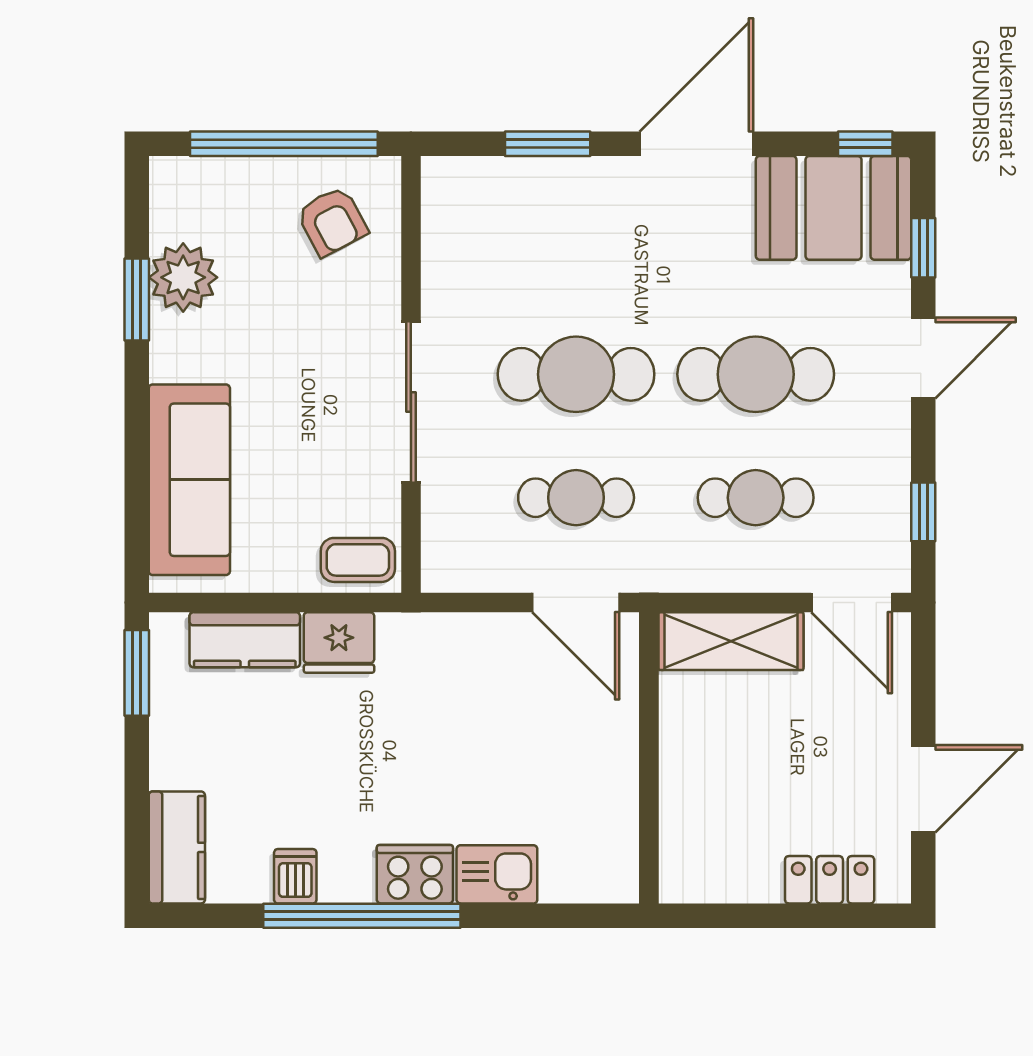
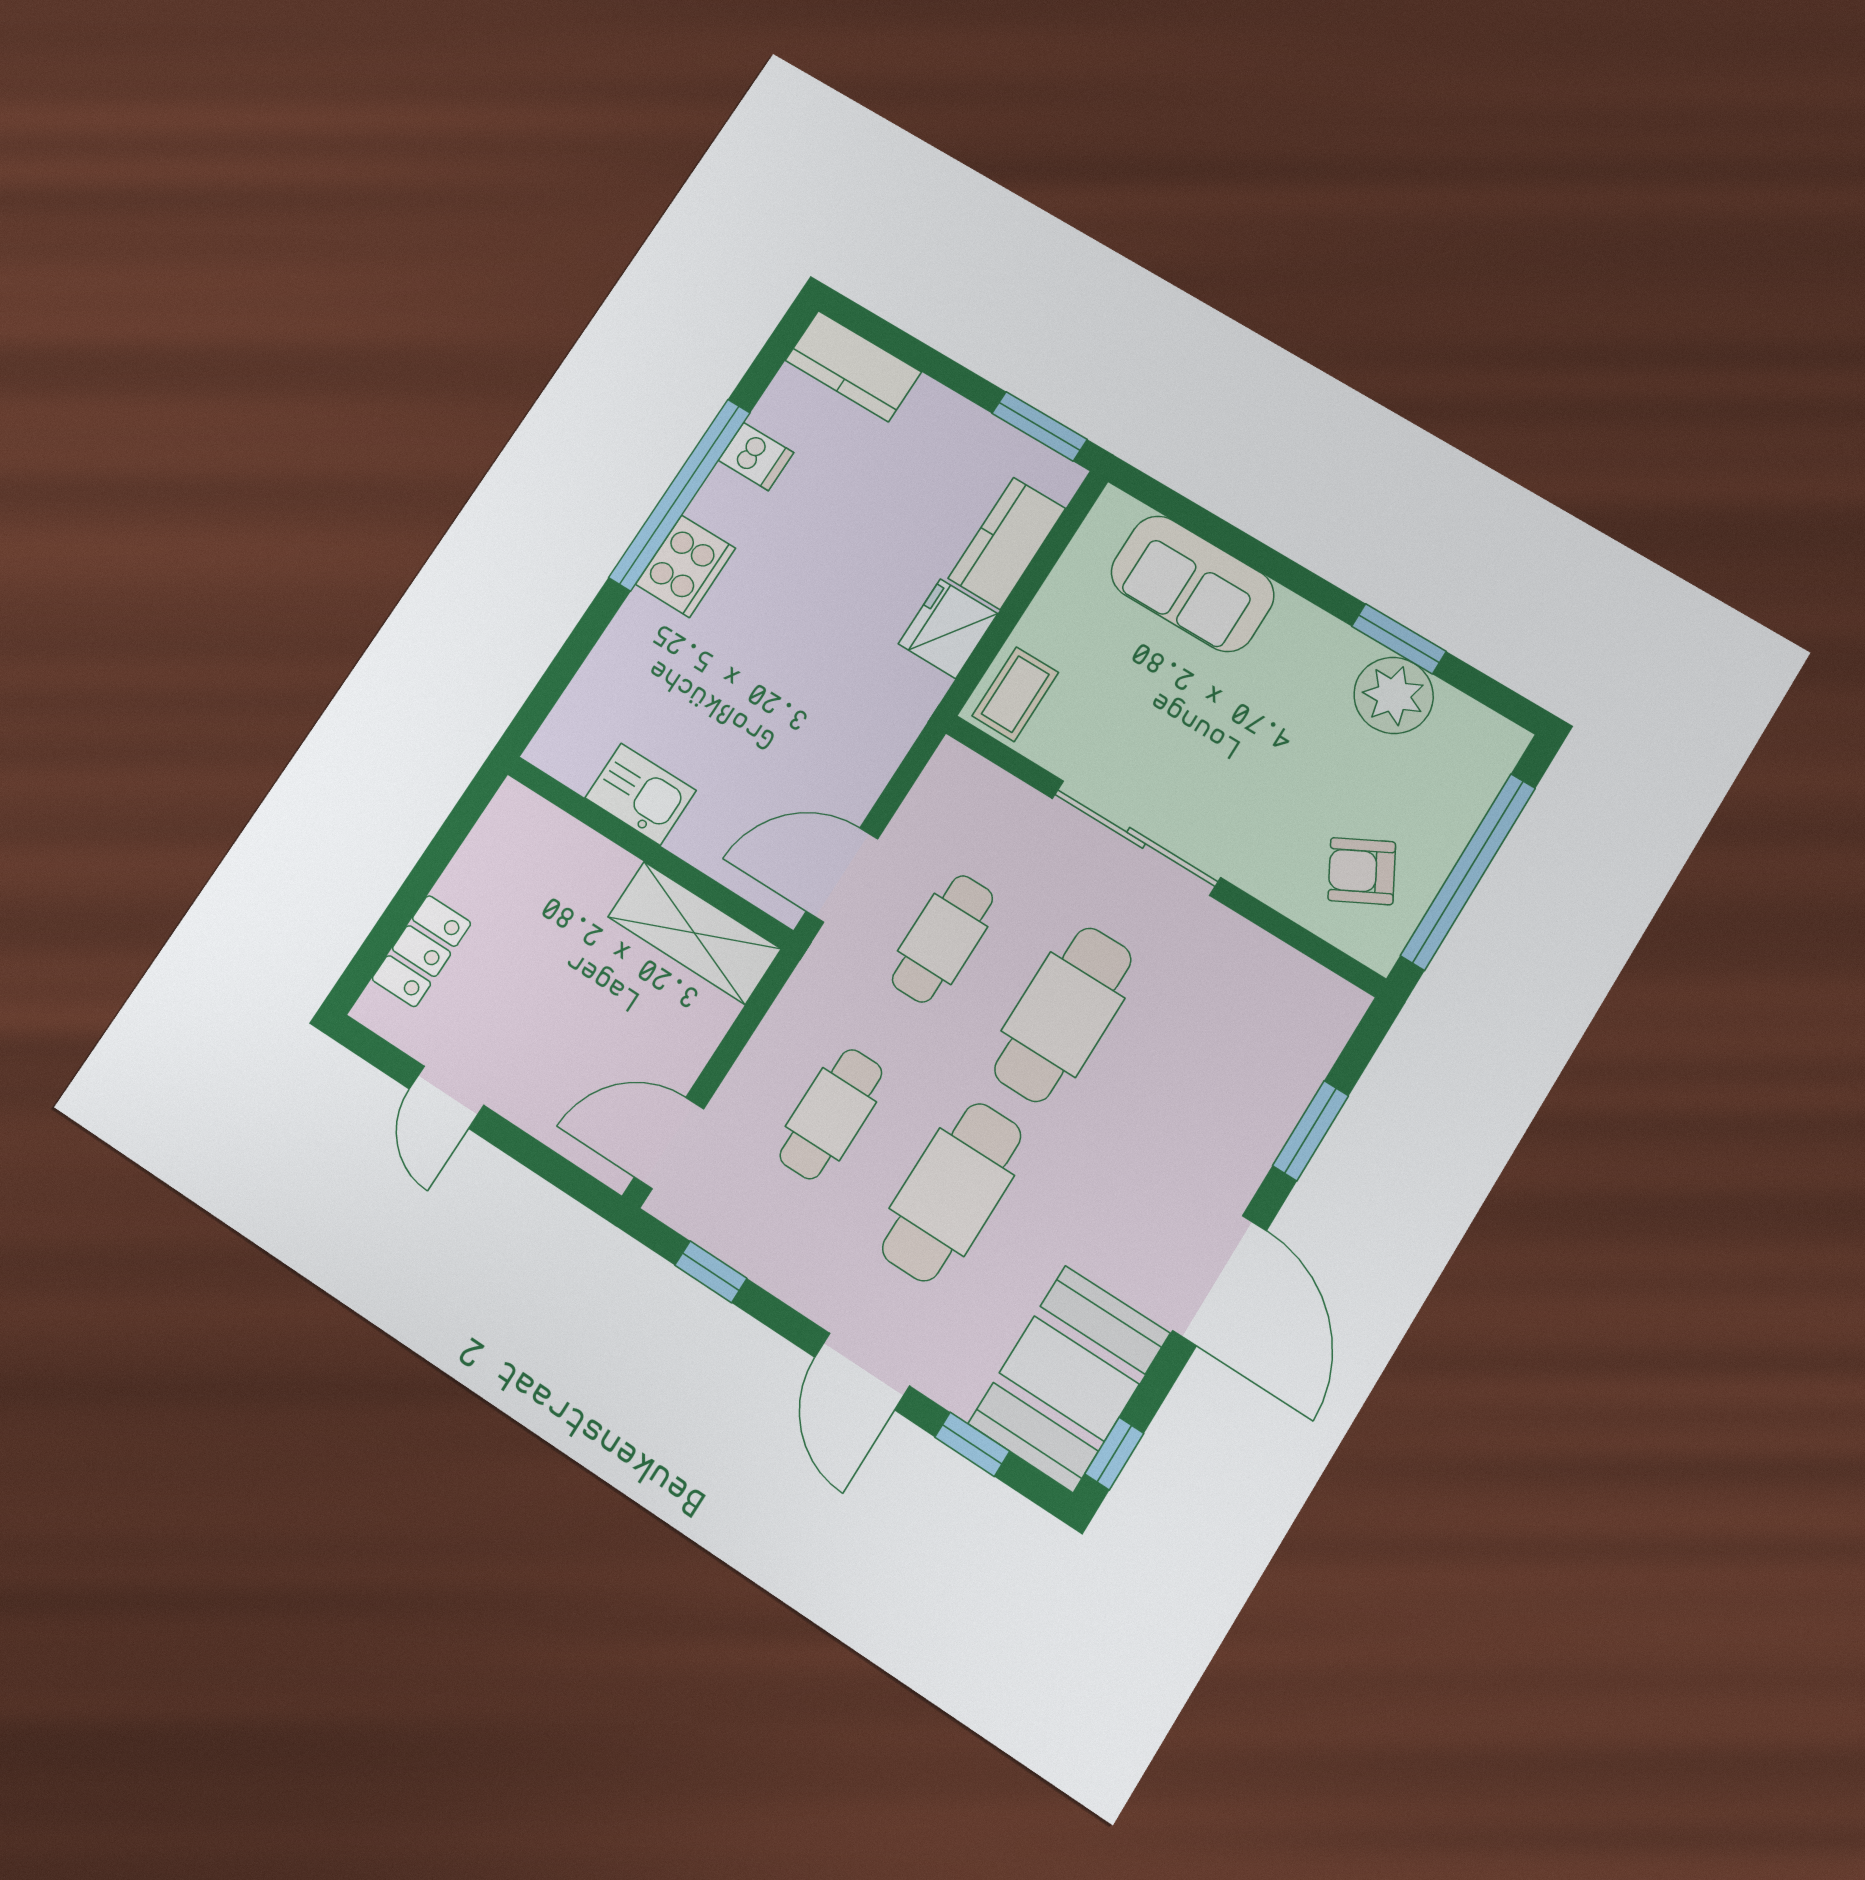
sofa: (189, 480) -> (1192, 584), width x0.73
shelving: (731, 641) -> (694, 933), moved, turned 90
door: (923, 789) -> (446, 1097), width x0.73
kitchen sink: (497, 874) -> (641, 794), moved, turned -90

